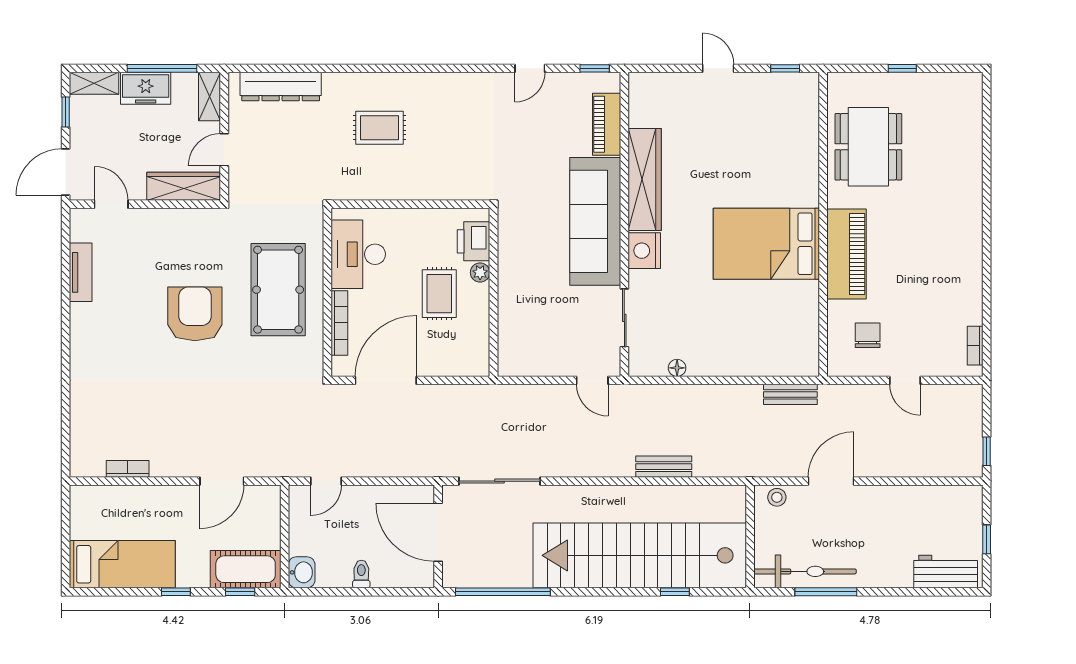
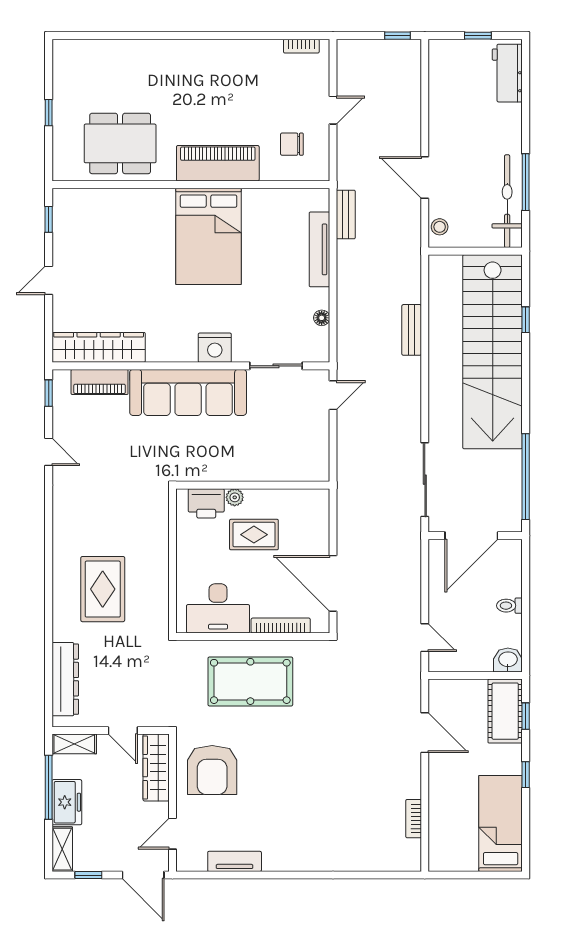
rug: (379, 128) -> (103, 589), width x1.36, depth x1.43
wardrobe: (645, 180) -> (99, 347), moved
armchair: (195, 314) -> (212, 770), moved, turned -90
tv unit: (752, 365) -> (319, 249), added

